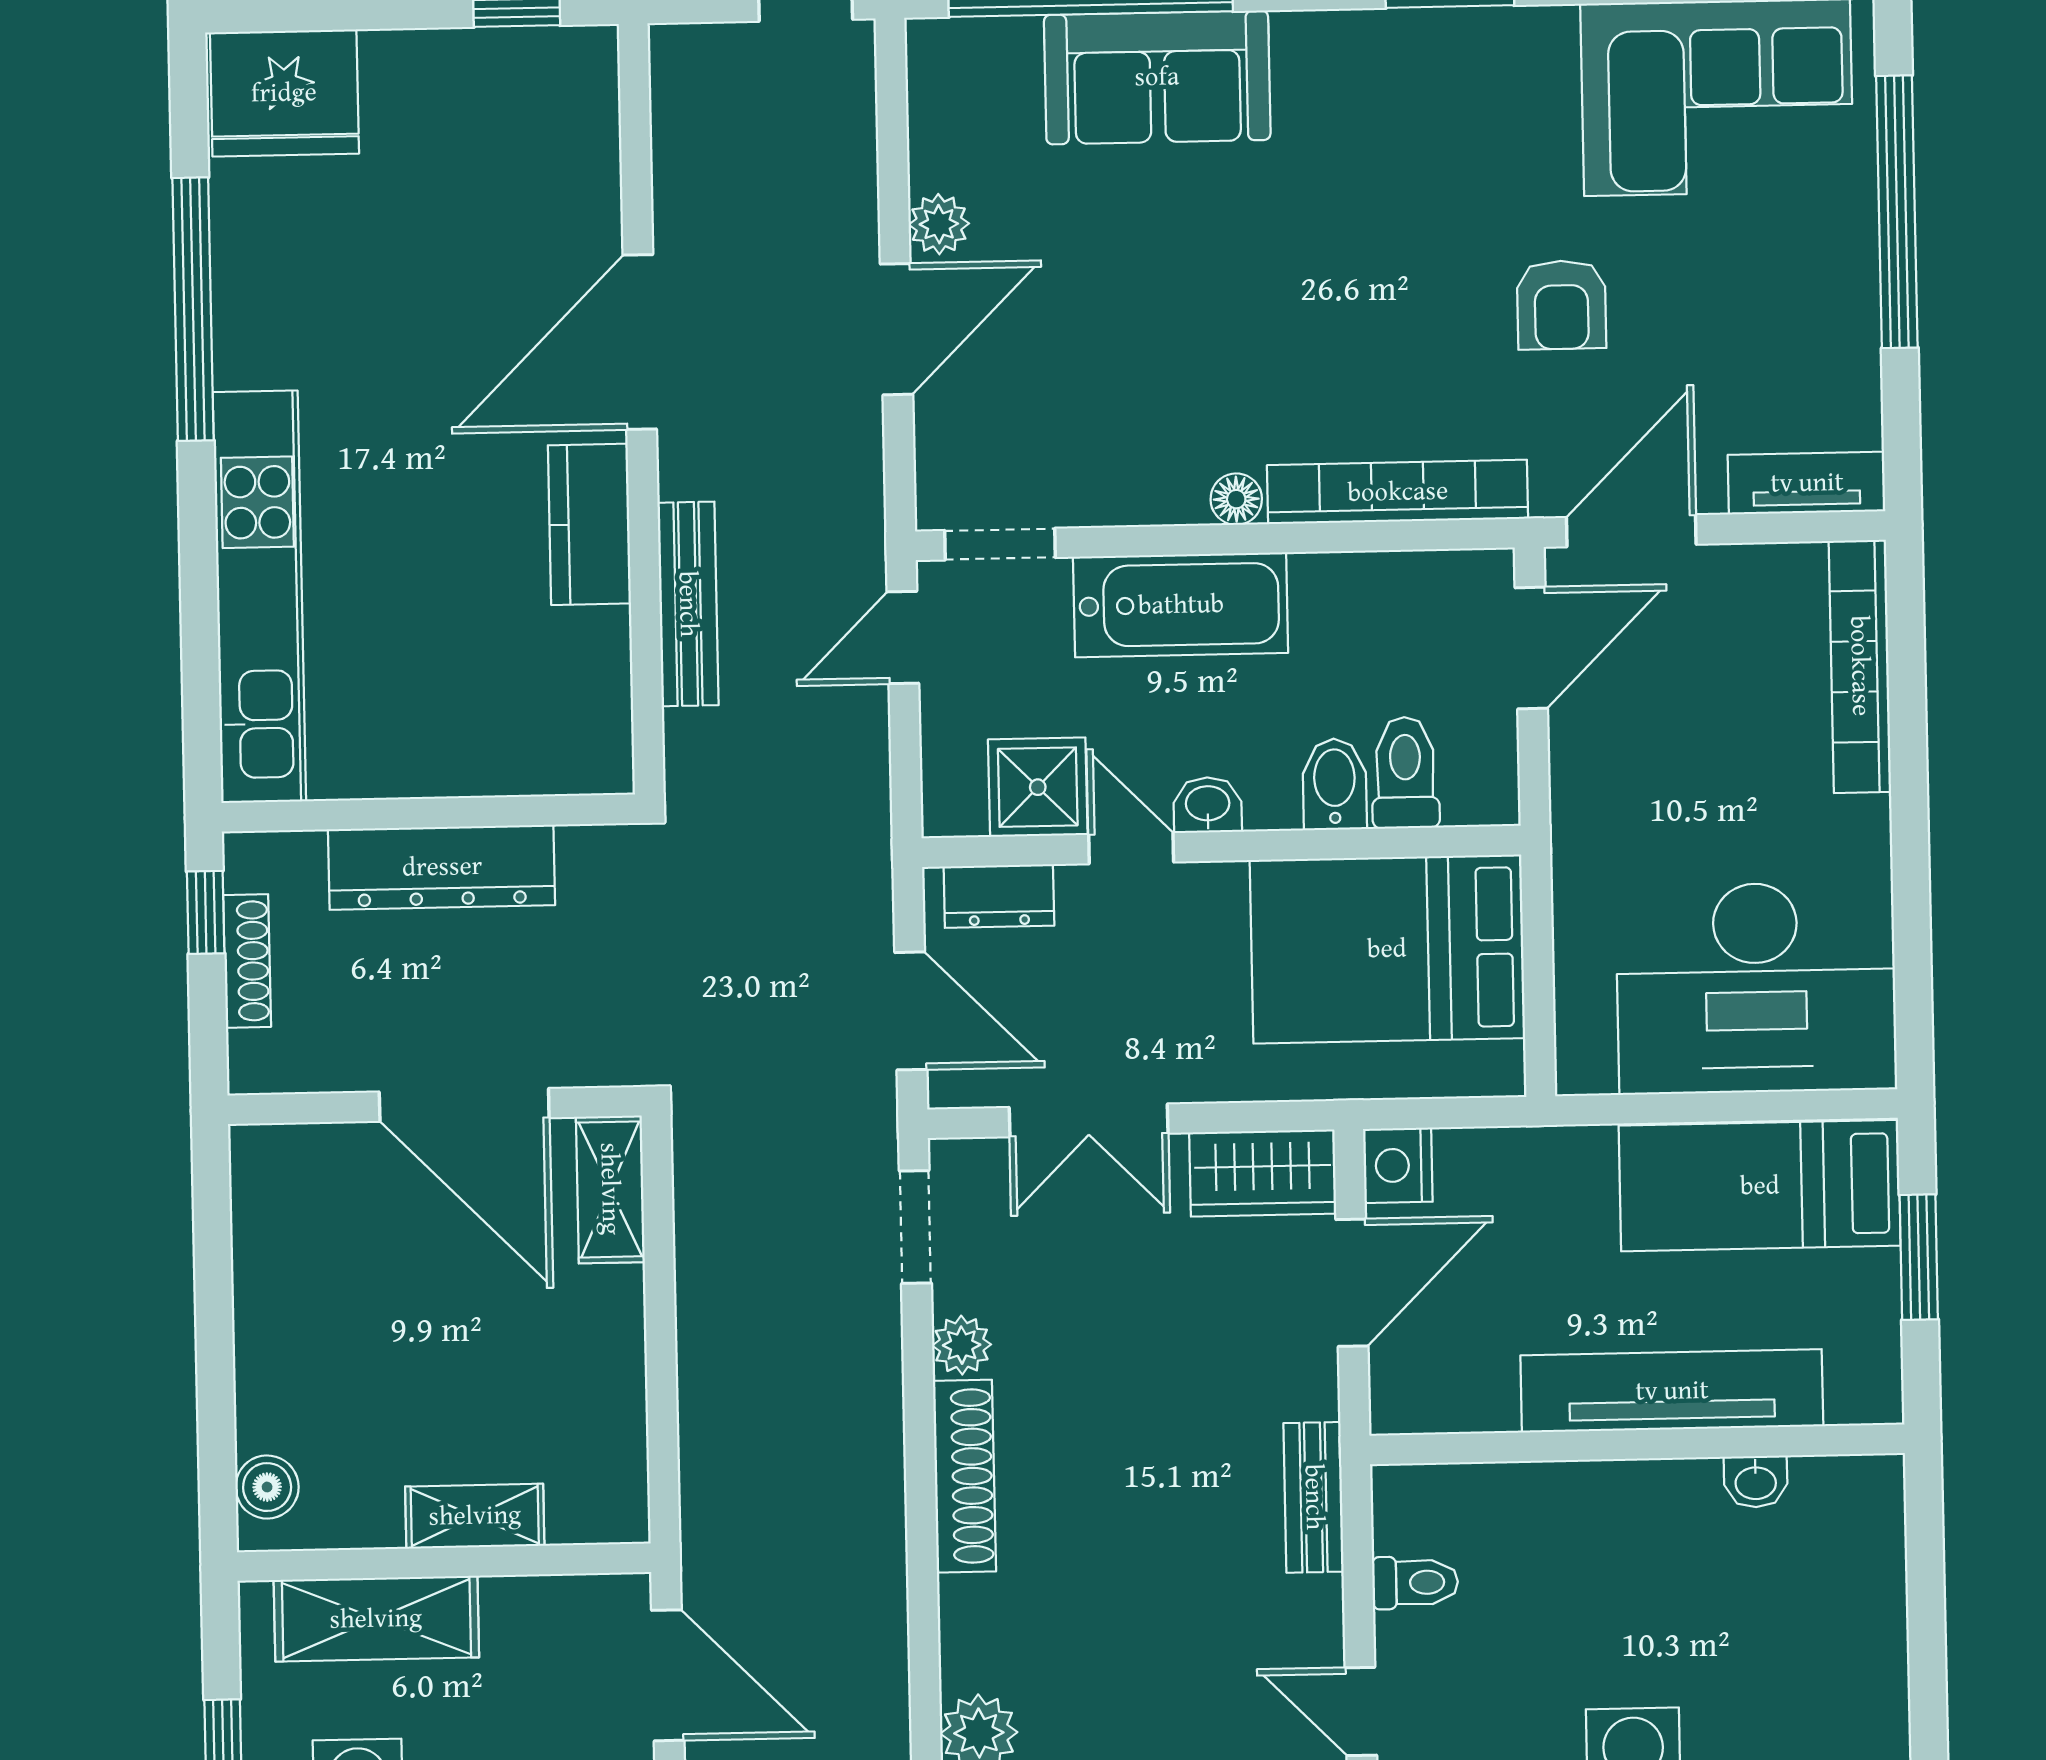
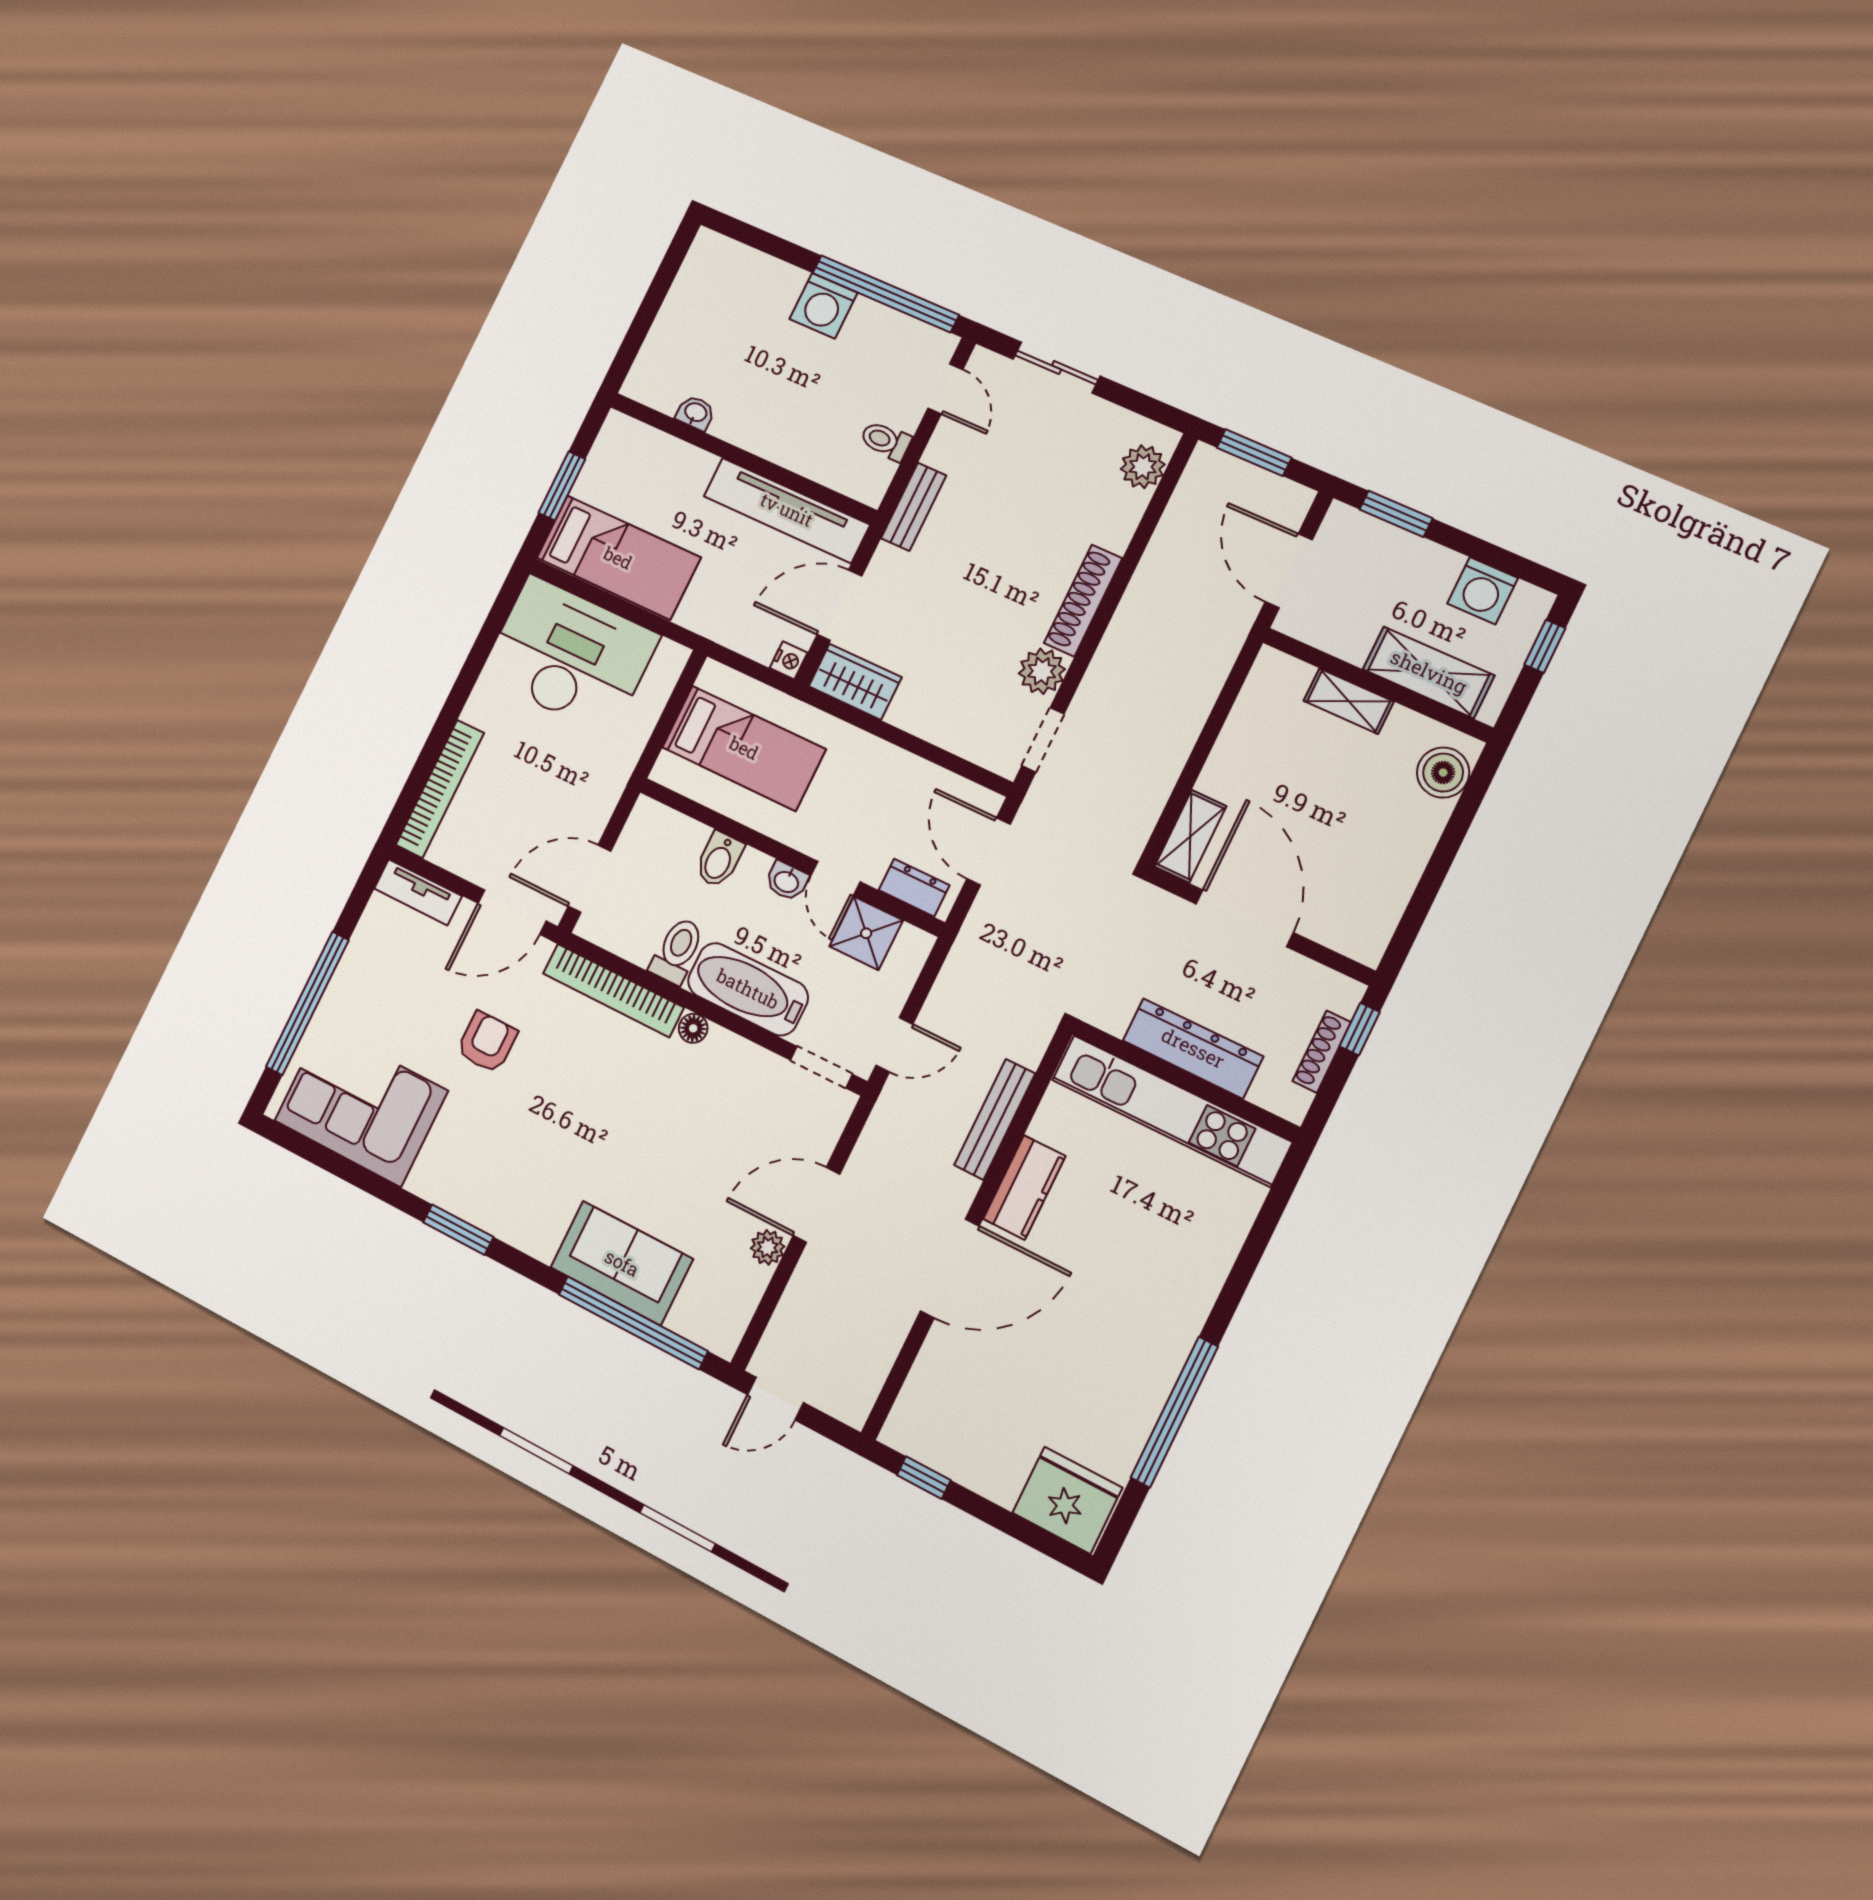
kitchen unit: (259, 597) -> (1172, 1111), moved, turned -90
toilet: (1405, 773) -> (677, 951), moved, turned 180
window: (206, 912) -> (1360, 1029), moved
bed: (1387, 949) -> (744, 748), width x0.67
double door: (1089, 1120) -> (928, 751), removed
nightstand: (1398, 1165) -> (789, 660), width x0.72, depth x0.74
plant: (962, 1345) -> (1042, 671), width x1.38, depth x1.38
tv unit: (1672, 1391) -> (787, 510), moved
boiler: (267, 1487) -> (1443, 773), width x1.36, depth x1.36

